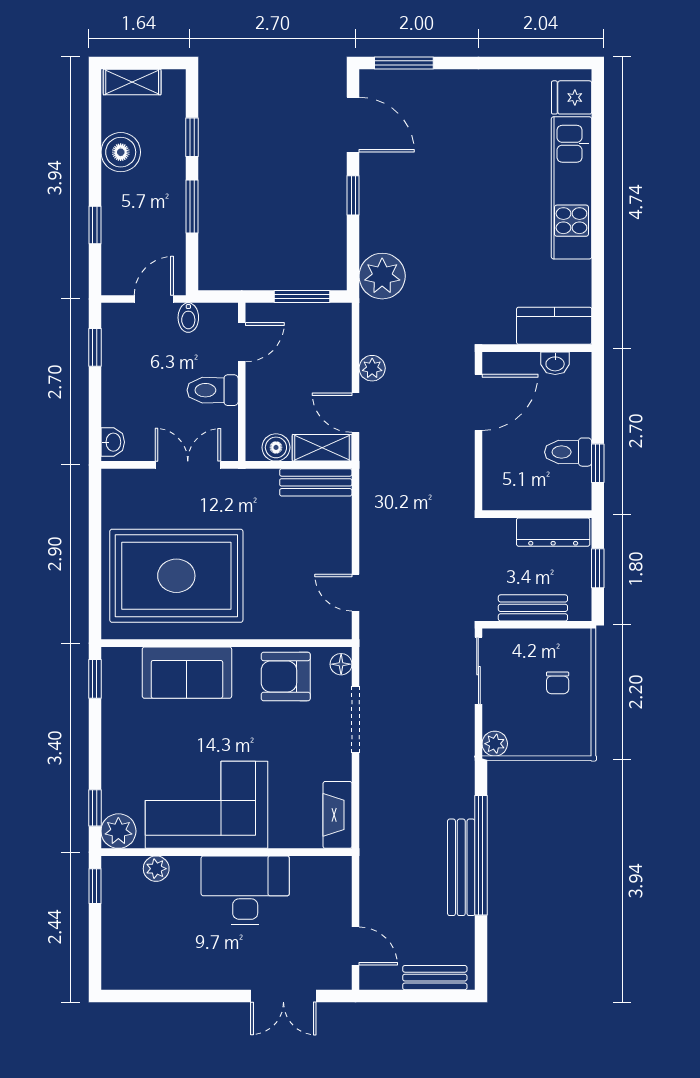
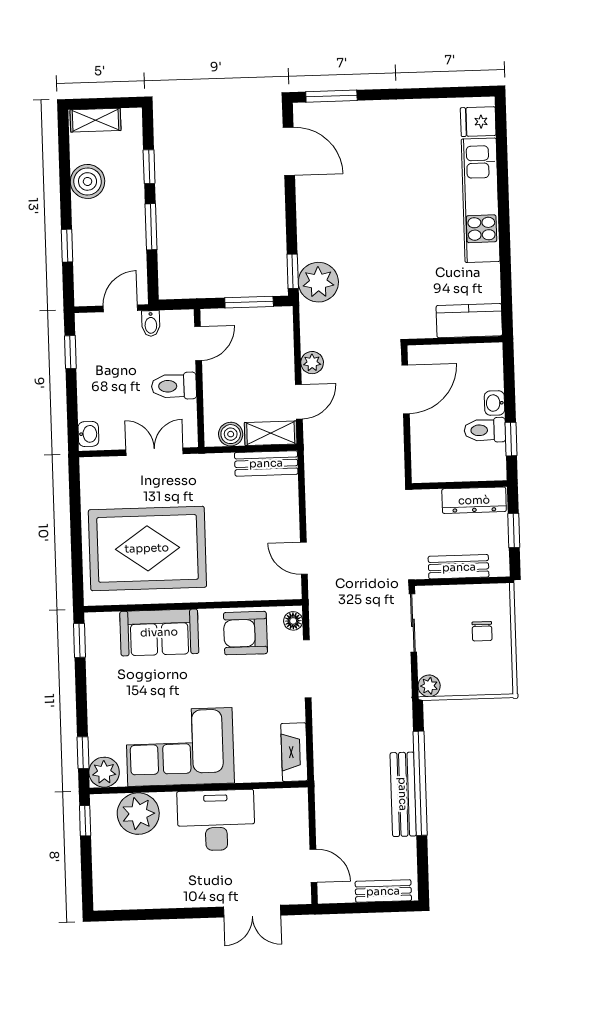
window: (353, 195) -> (293, 271), moved
washbasin: (555, 363) -> (495, 403), moved, turned 90
door: (356, 413) -> (299, 402), swing flipped
plant: (156, 869) -> (138, 814), width x1.87, depth x1.87

